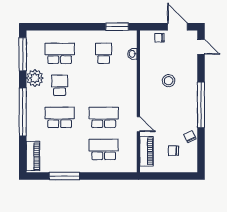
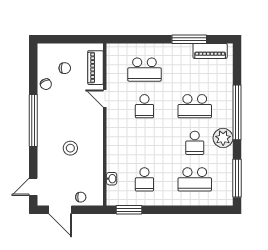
door: (201, 47) -> (33, 187), hinge flipped
plant: (35, 78) -> (223, 138), moved
school desk: (104, 117) -> (144, 106), width x0.54
piano: (33, 156) -> (210, 51), moved, turned -90

